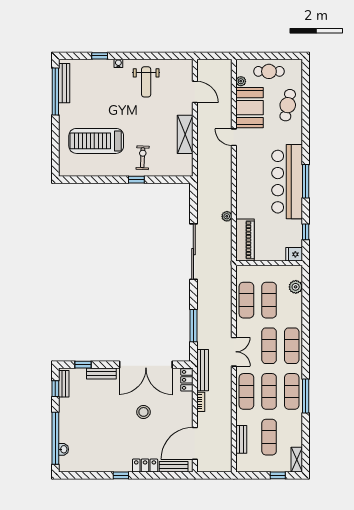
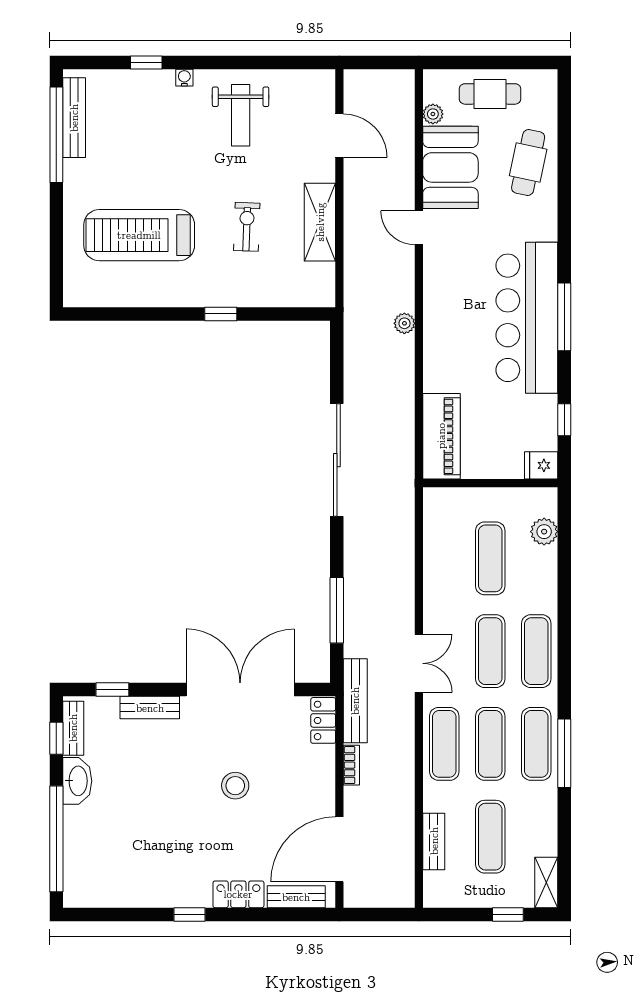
exercise bike: (143, 158) -> (247, 227), moved
plant: (227, 216) -> (404, 323), moved
exercise mat: (246, 300) -> (444, 558), removed
double door: (146, 365) -> (240, 690), swing flipped
washbasin: (64, 449) -> (77, 781), moved, width x1.91, depth x1.45

